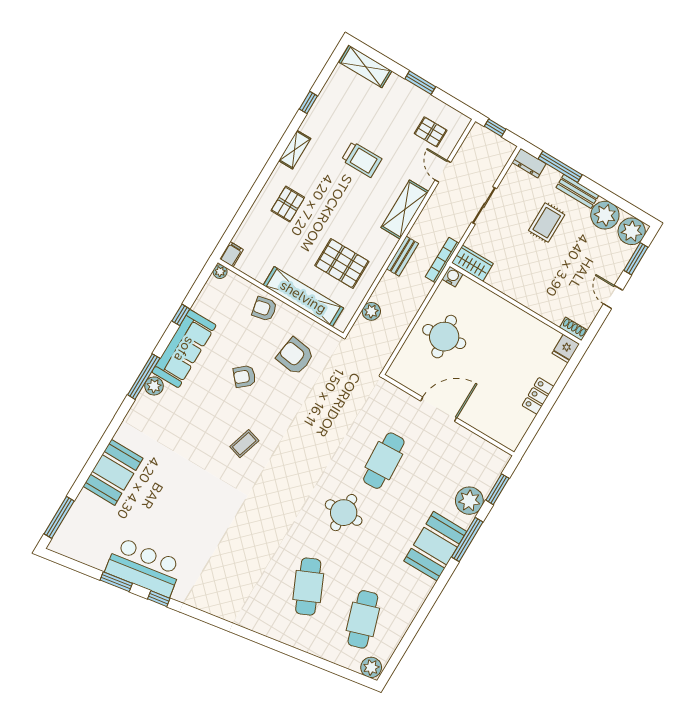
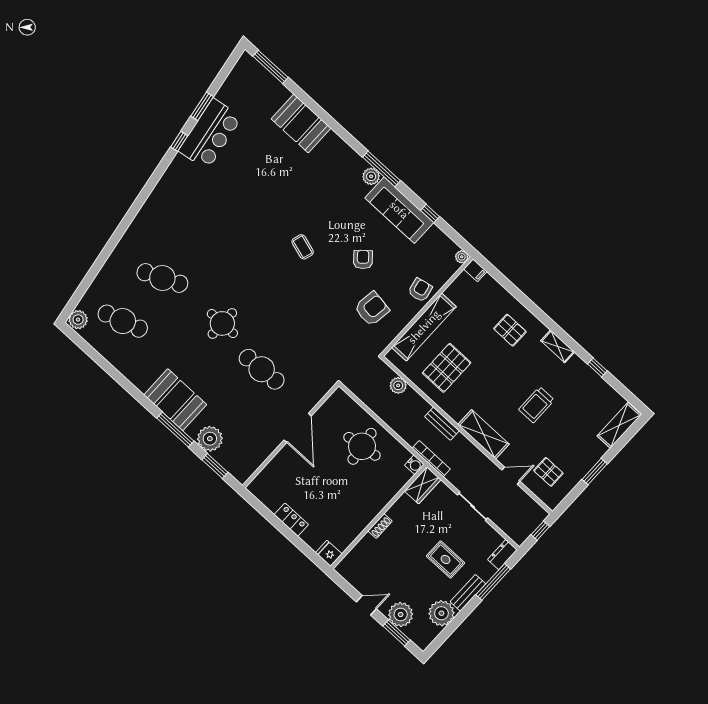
pallet: (431, 132) -> (548, 472), turned 90
plant: (632, 231) -> (401, 614), moved
shoe rack: (574, 329) -> (380, 526), moved

